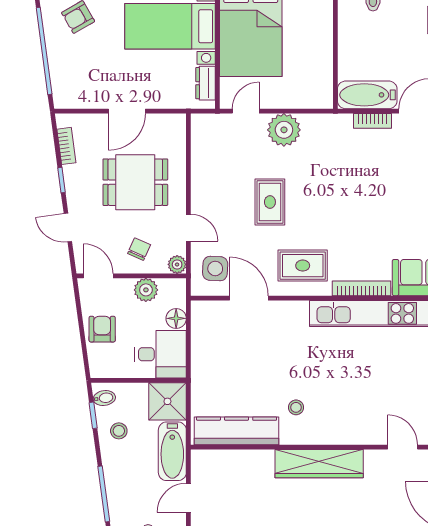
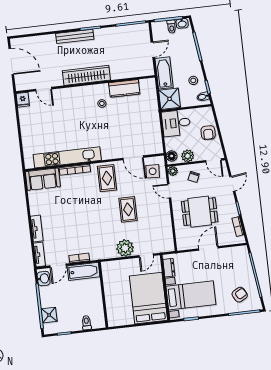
door: (68, 228) -> (232, 184), hinge flipped
rug: (303, 266) -> (107, 178), turned 90
floor lamp: (176, 318) -> (172, 156), moved
kitchen counter: (237, 431) -> (124, 88), width x0.67

